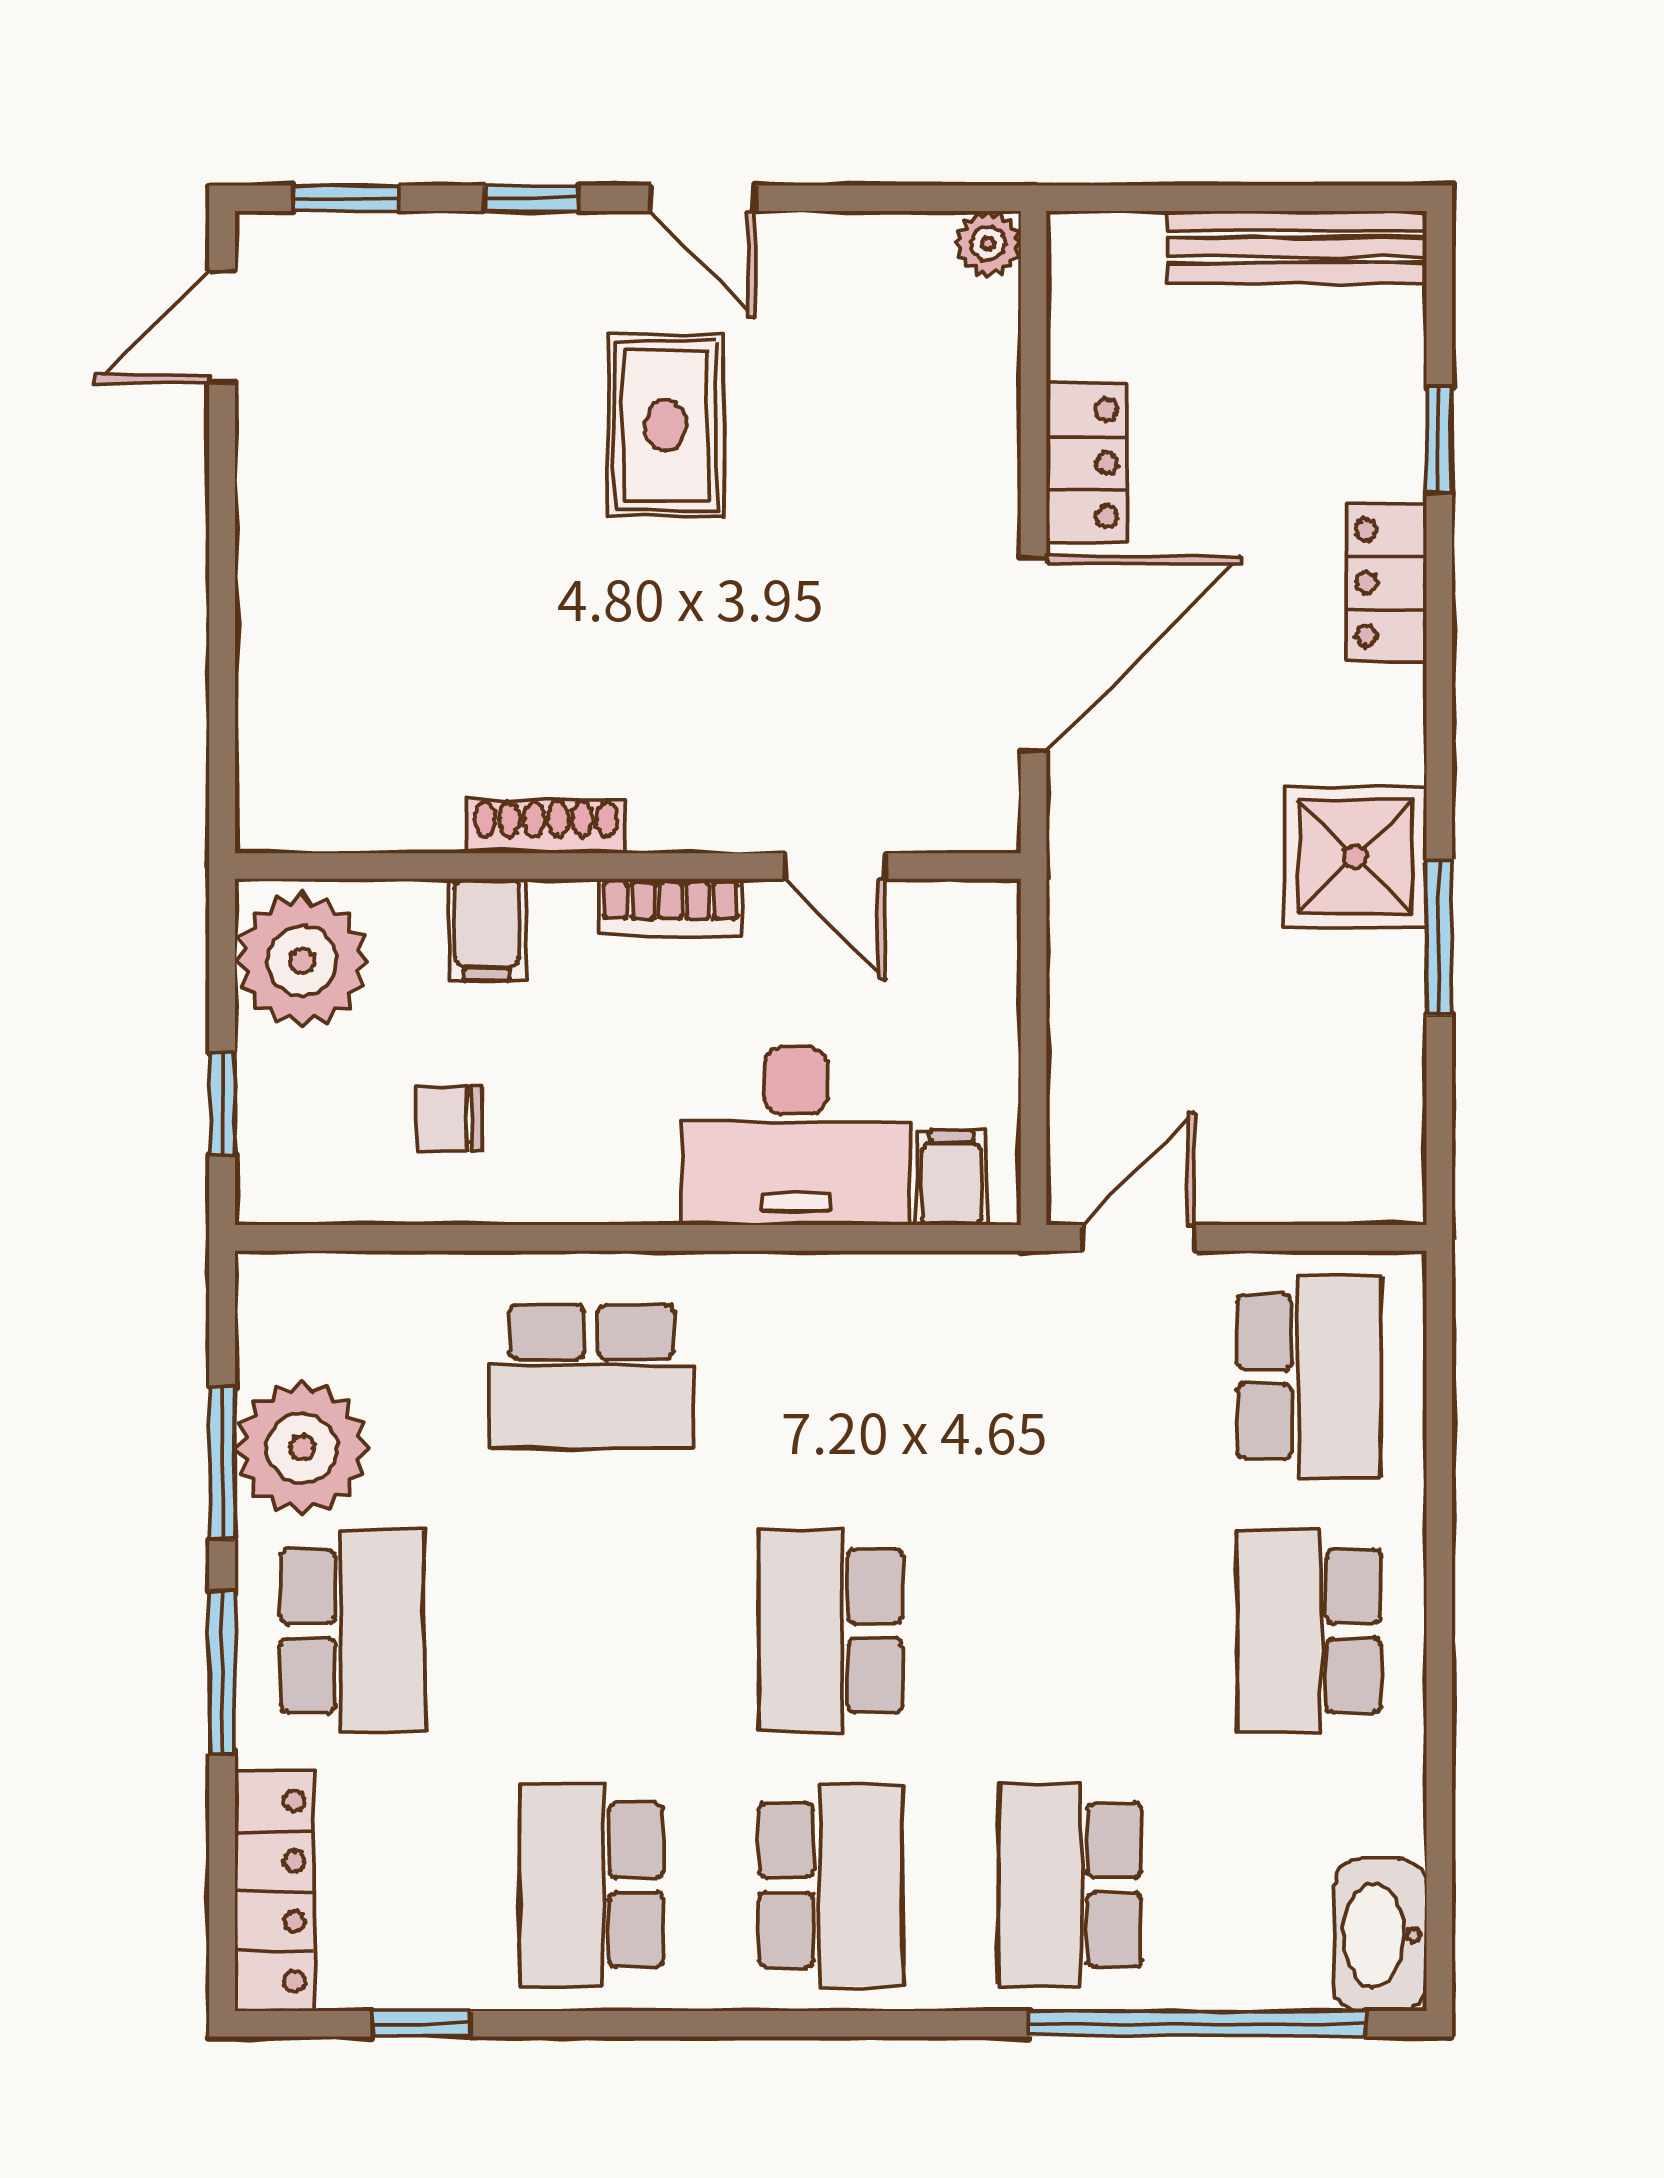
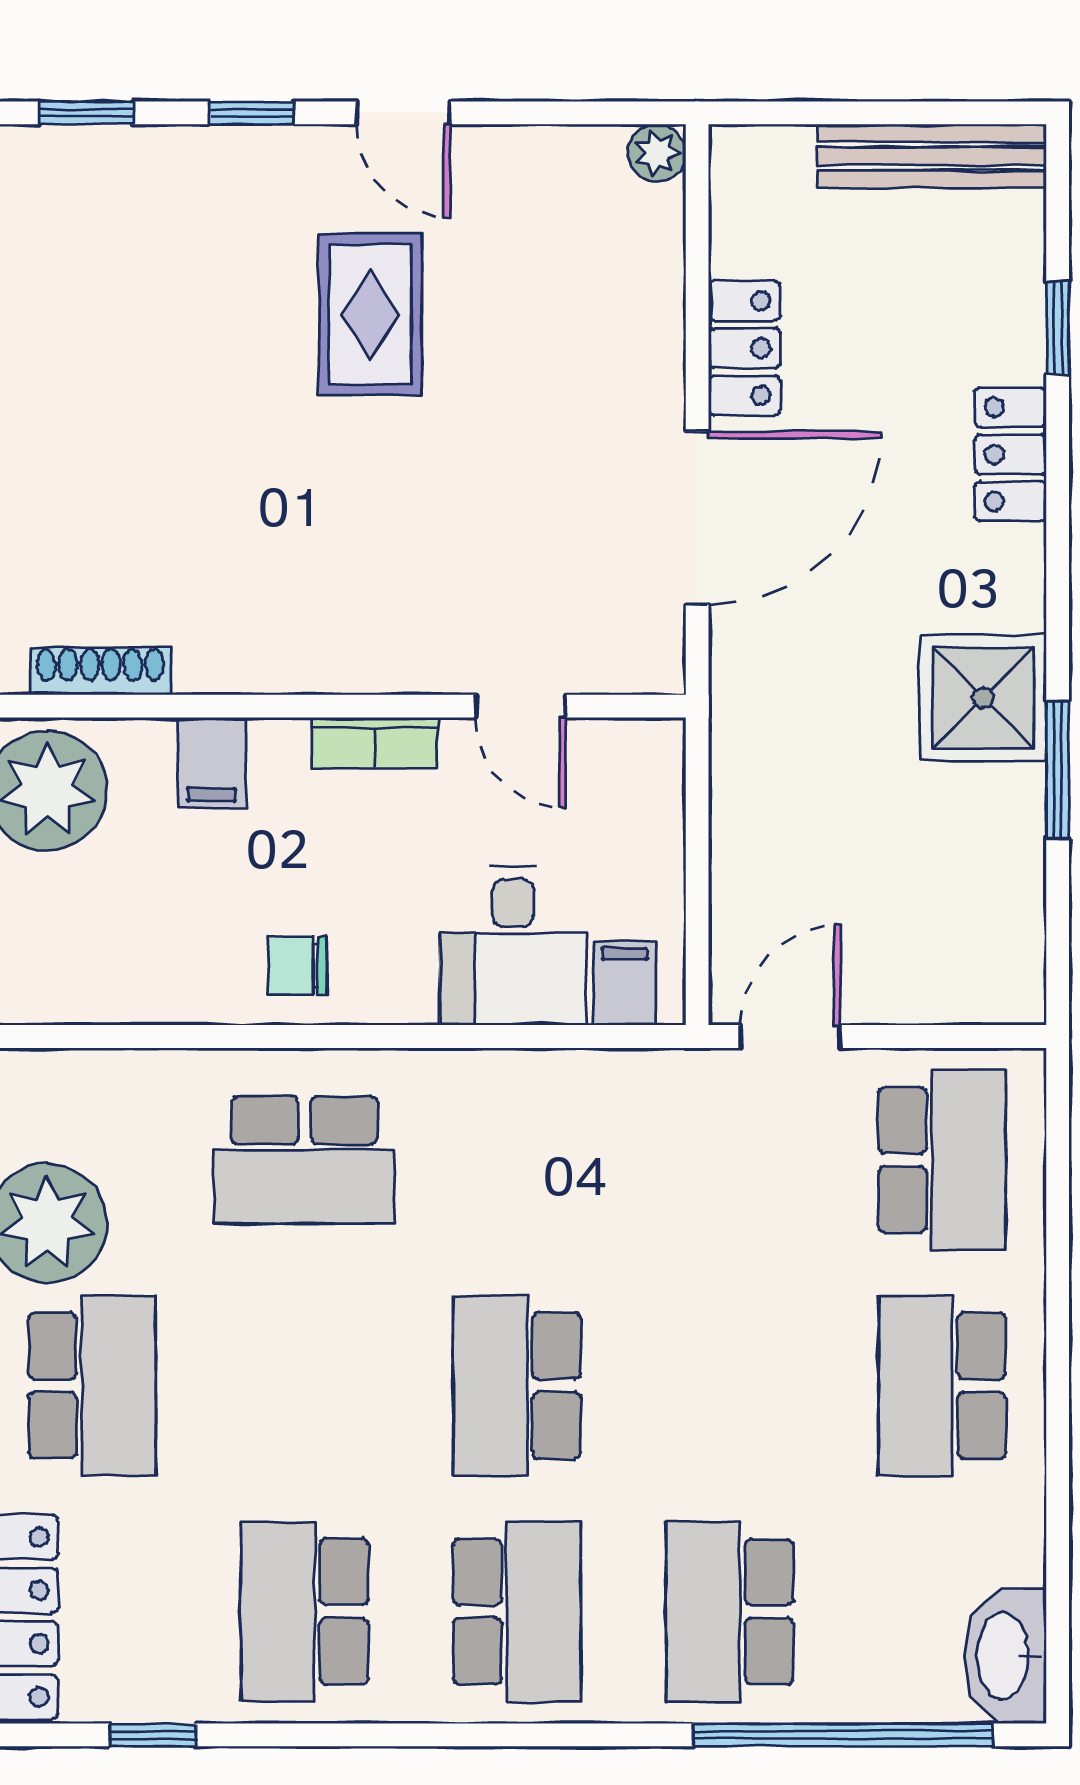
shoe rack: (546, 826) -> (100, 671), moved
chair: (449, 1118) -> (298, 966), moved
desk: (796, 1136) -> (513, 946), width x0.73

